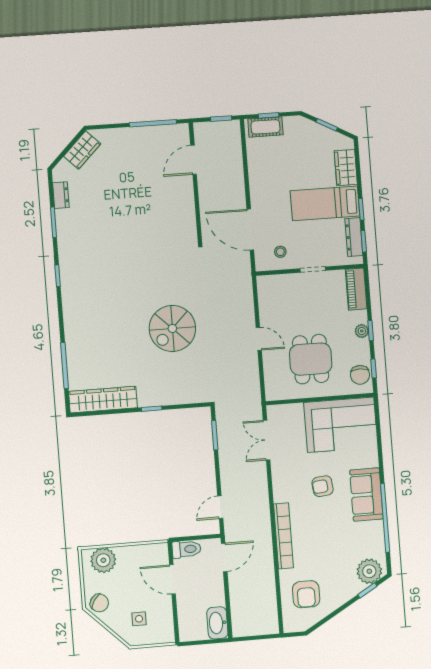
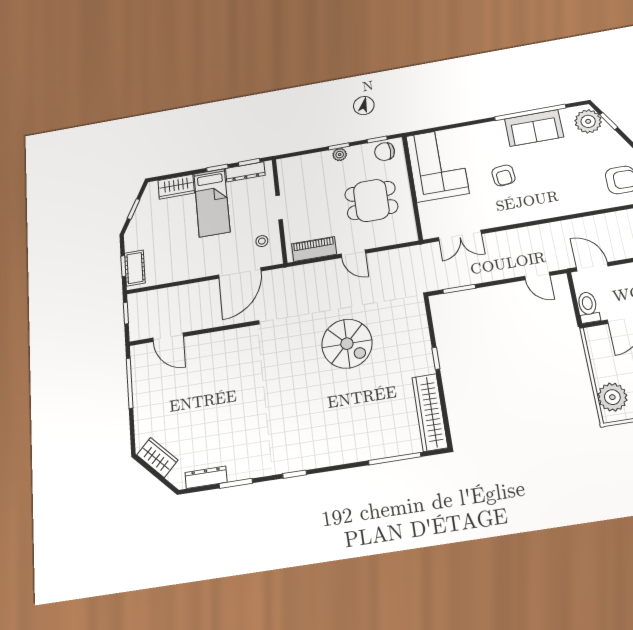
dresser: (61, 195) -> (206, 477), width x1.44
piano: (356, 289) -> (314, 249), moved, turned 180
door: (259, 339) -> (353, 254), swing flipped
chair: (360, 375) -> (385, 152), turned 180
sofa: (366, 494) -> (534, 128), moved
bookcase: (283, 536) -> (561, 209), removed

